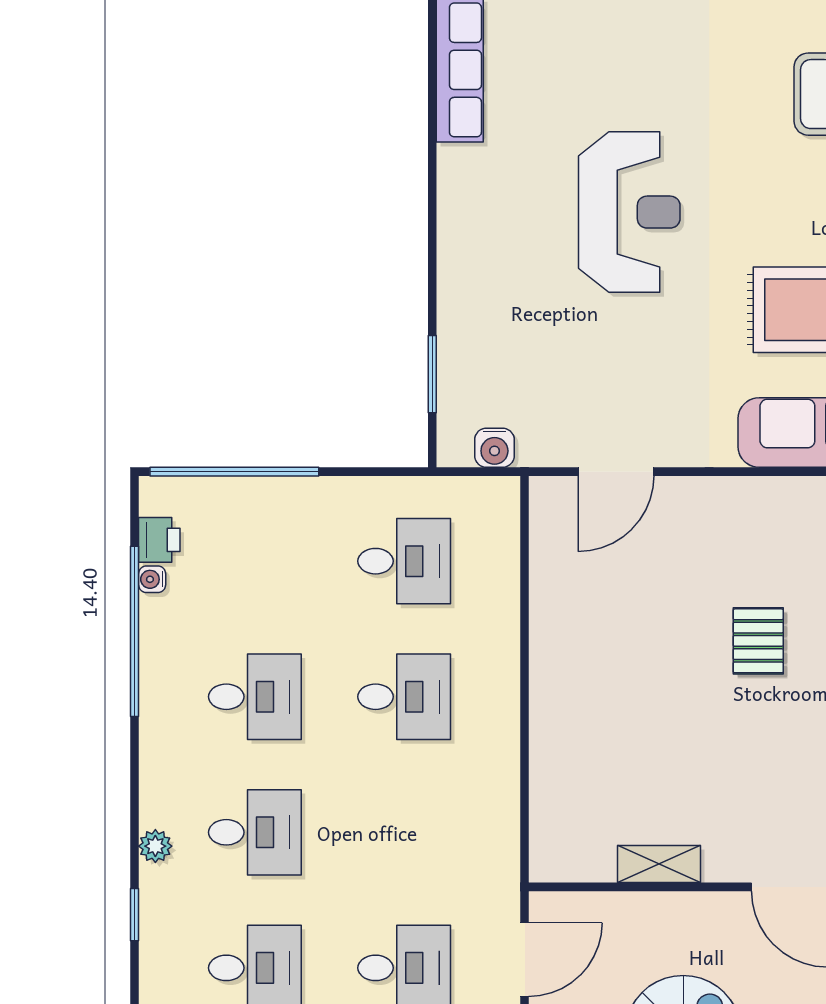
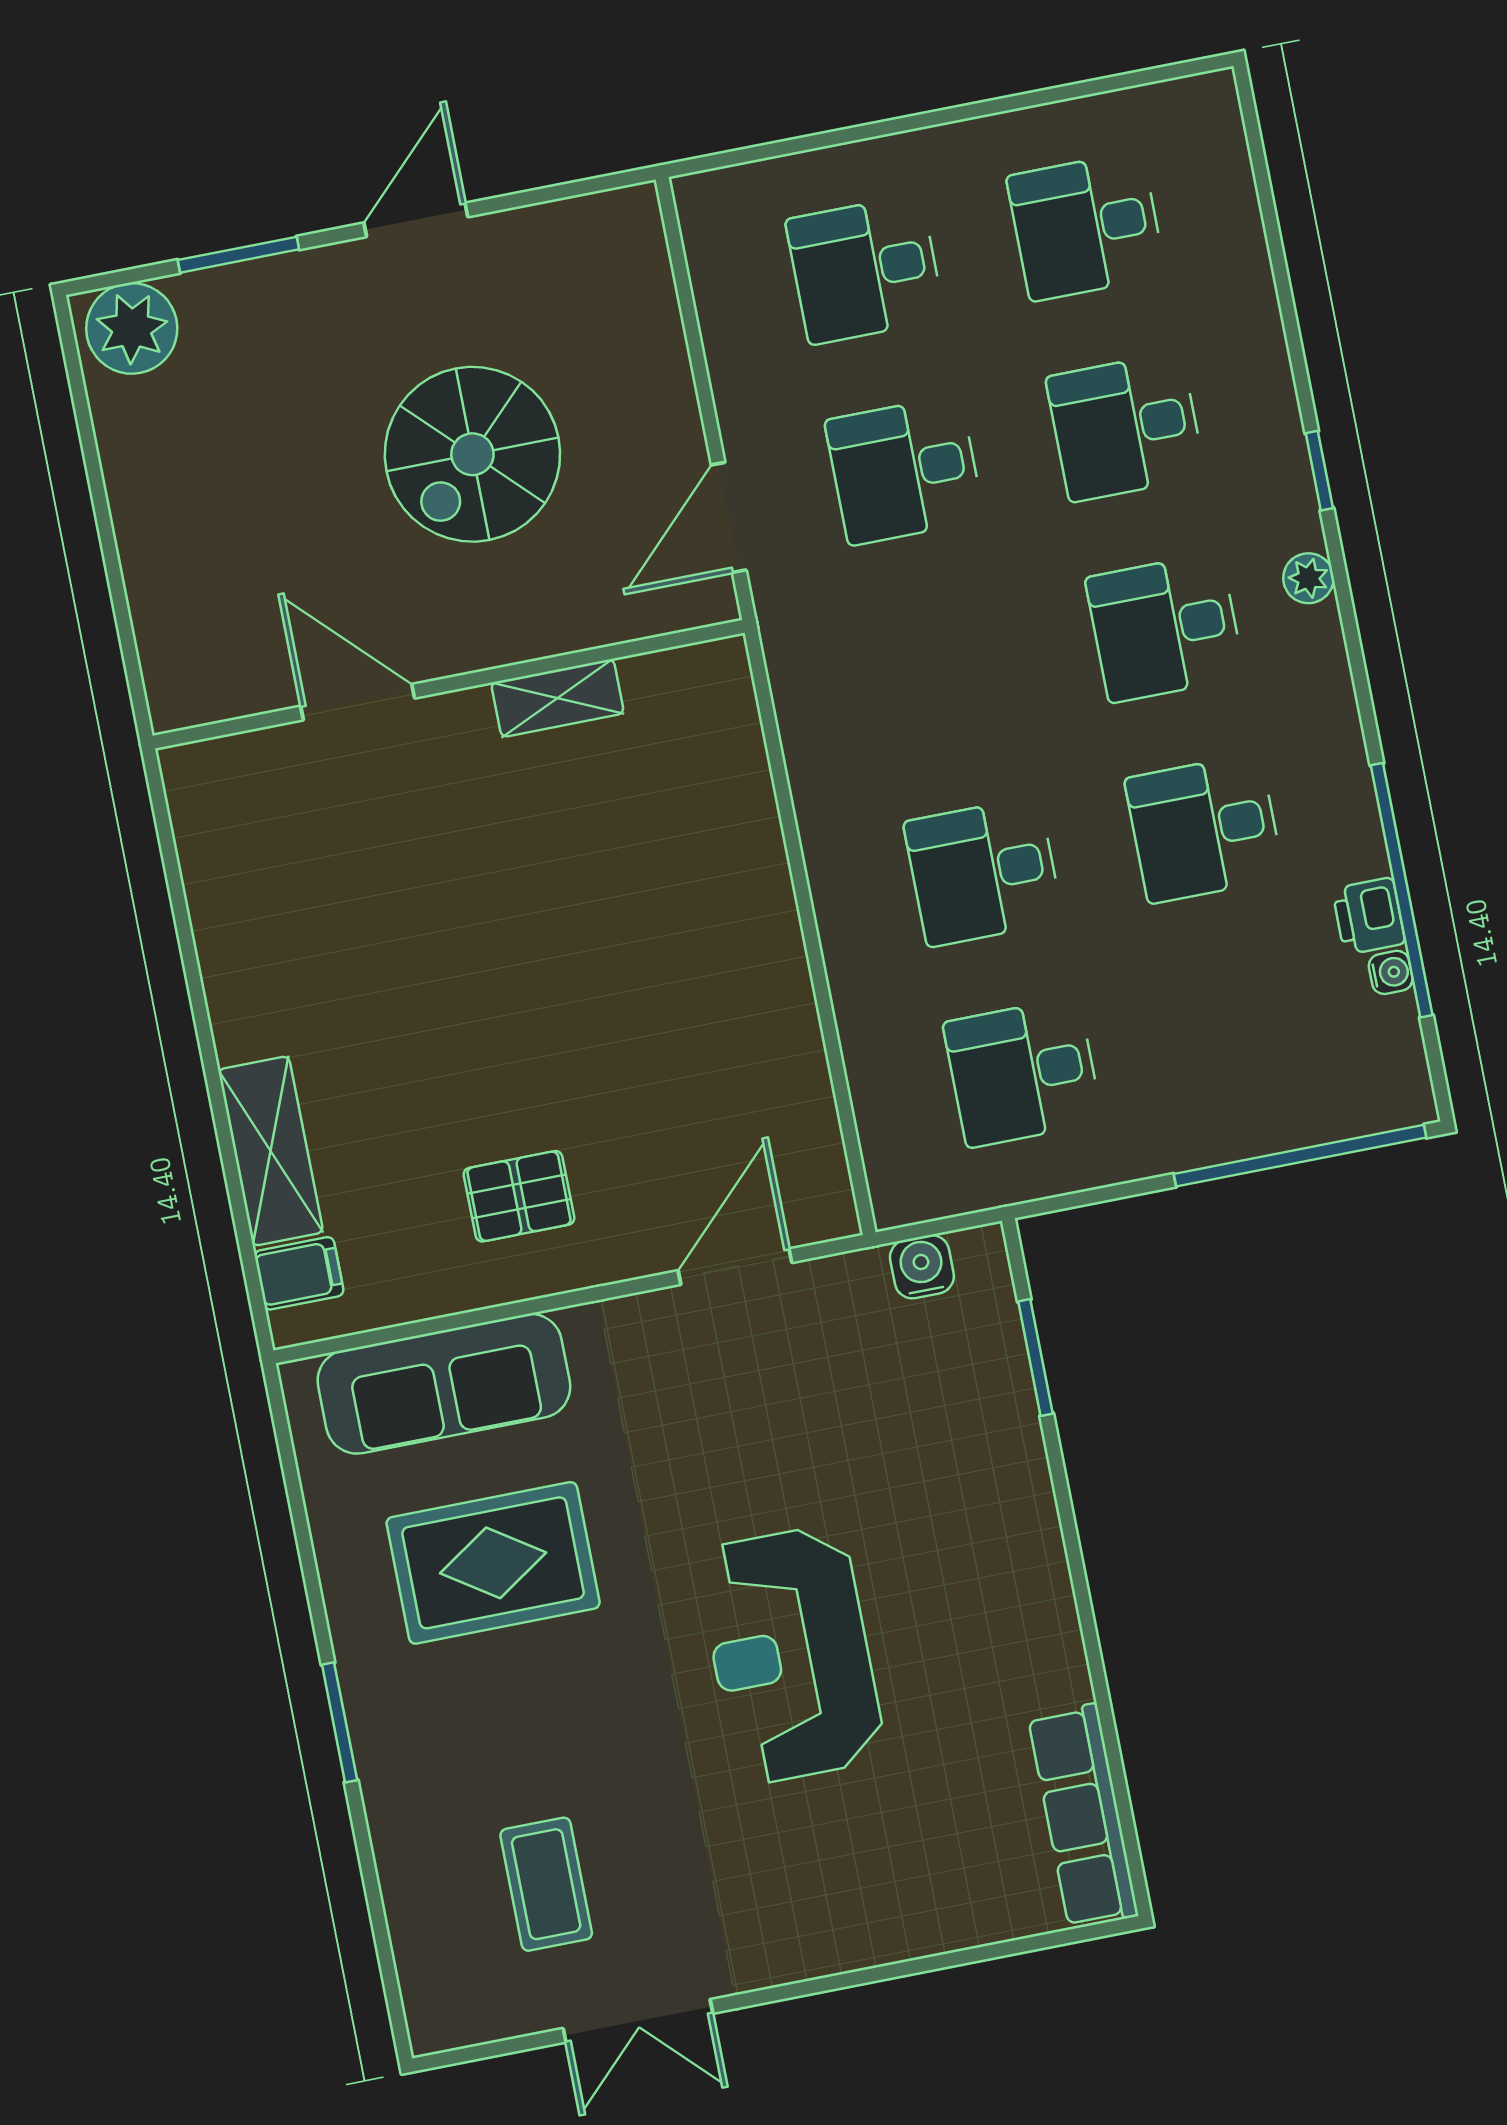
printer: (159, 540) -> (1369, 916), moved
pallet: (758, 641) -> (519, 1196), moved, turned 90

